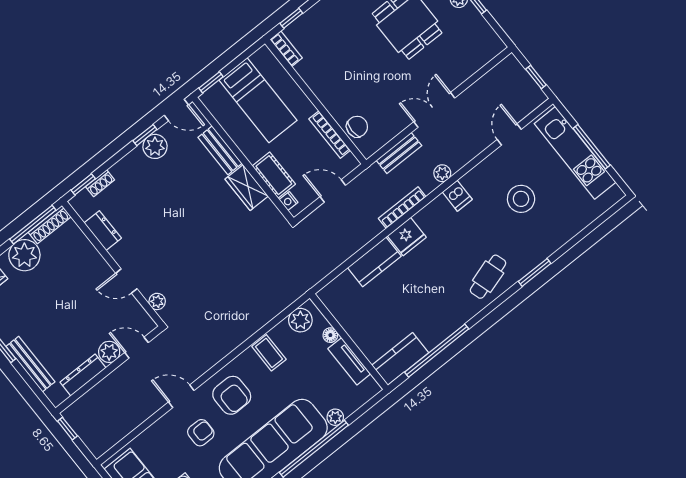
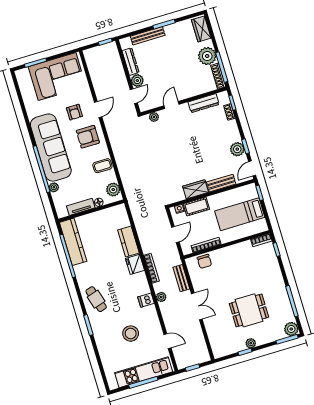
dresser: (103, 231) -> (204, 103), width x1.44
kitchen counter: (400, 359) -> (73, 242), width x1.50

